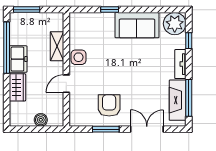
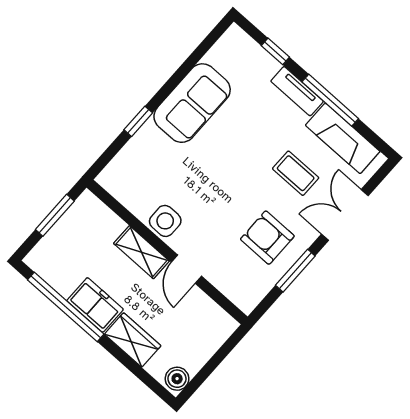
window: (27, 10) -> (55, 215), moved
plant: (175, 24) -> (235, 50), removed
shelving: (57, 46) -> (141, 252), moved
coffee table: (146, 94) -> (296, 173), added
window: (189, 98) -> (330, 100), moved
boiler: (41, 120) -> (177, 379), moved

